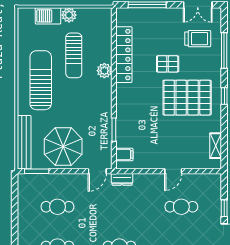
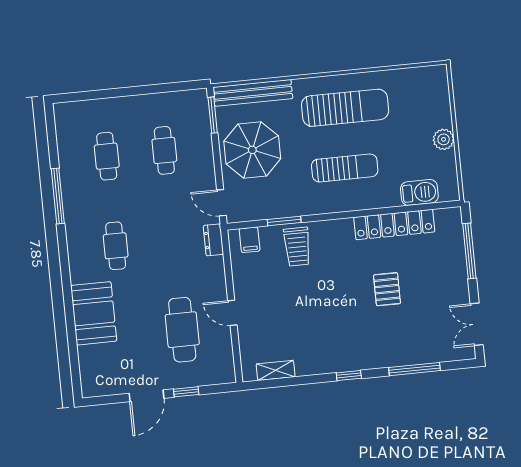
barbecue: (48, 16) -> (419, 192), moved, turned 90
trolley: (198, 39) -> (297, 247), moved
sun lounger: (74, 55) -> (345, 168), moved, turned 180
plant: (104, 71) -> (368, 199), removed
pallet: (187, 98) -> (341, 322), removed
cafe table: (181, 207) -> (182, 330), width x1.37, depth x1.35

